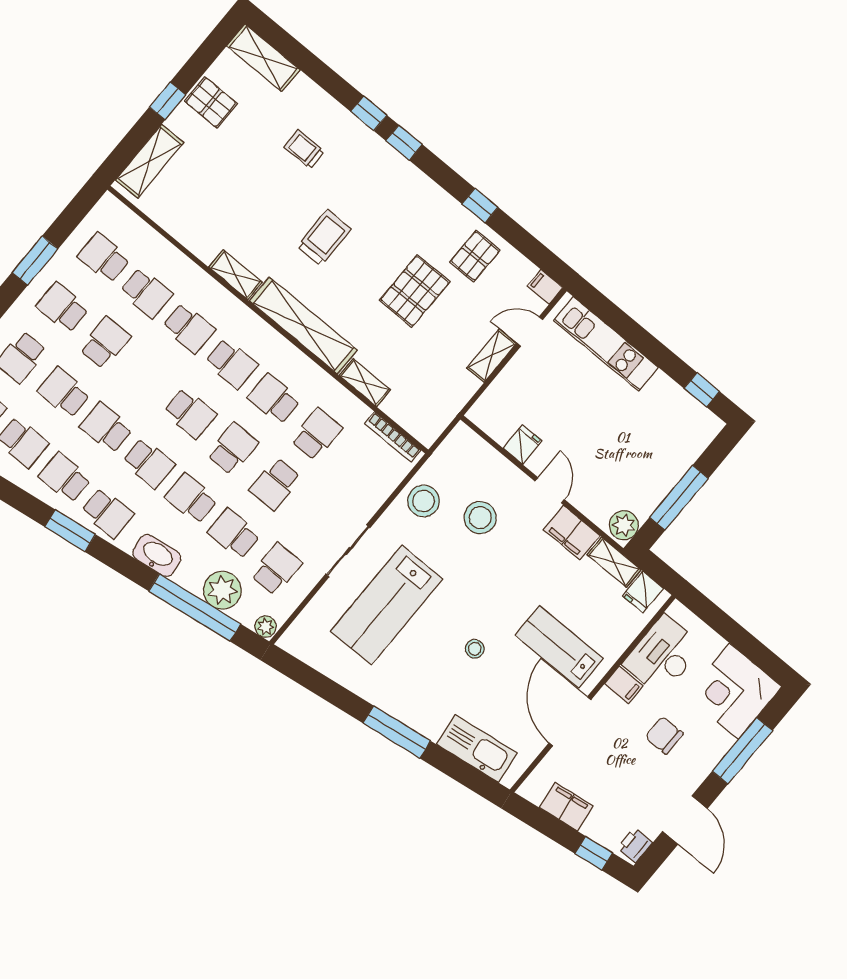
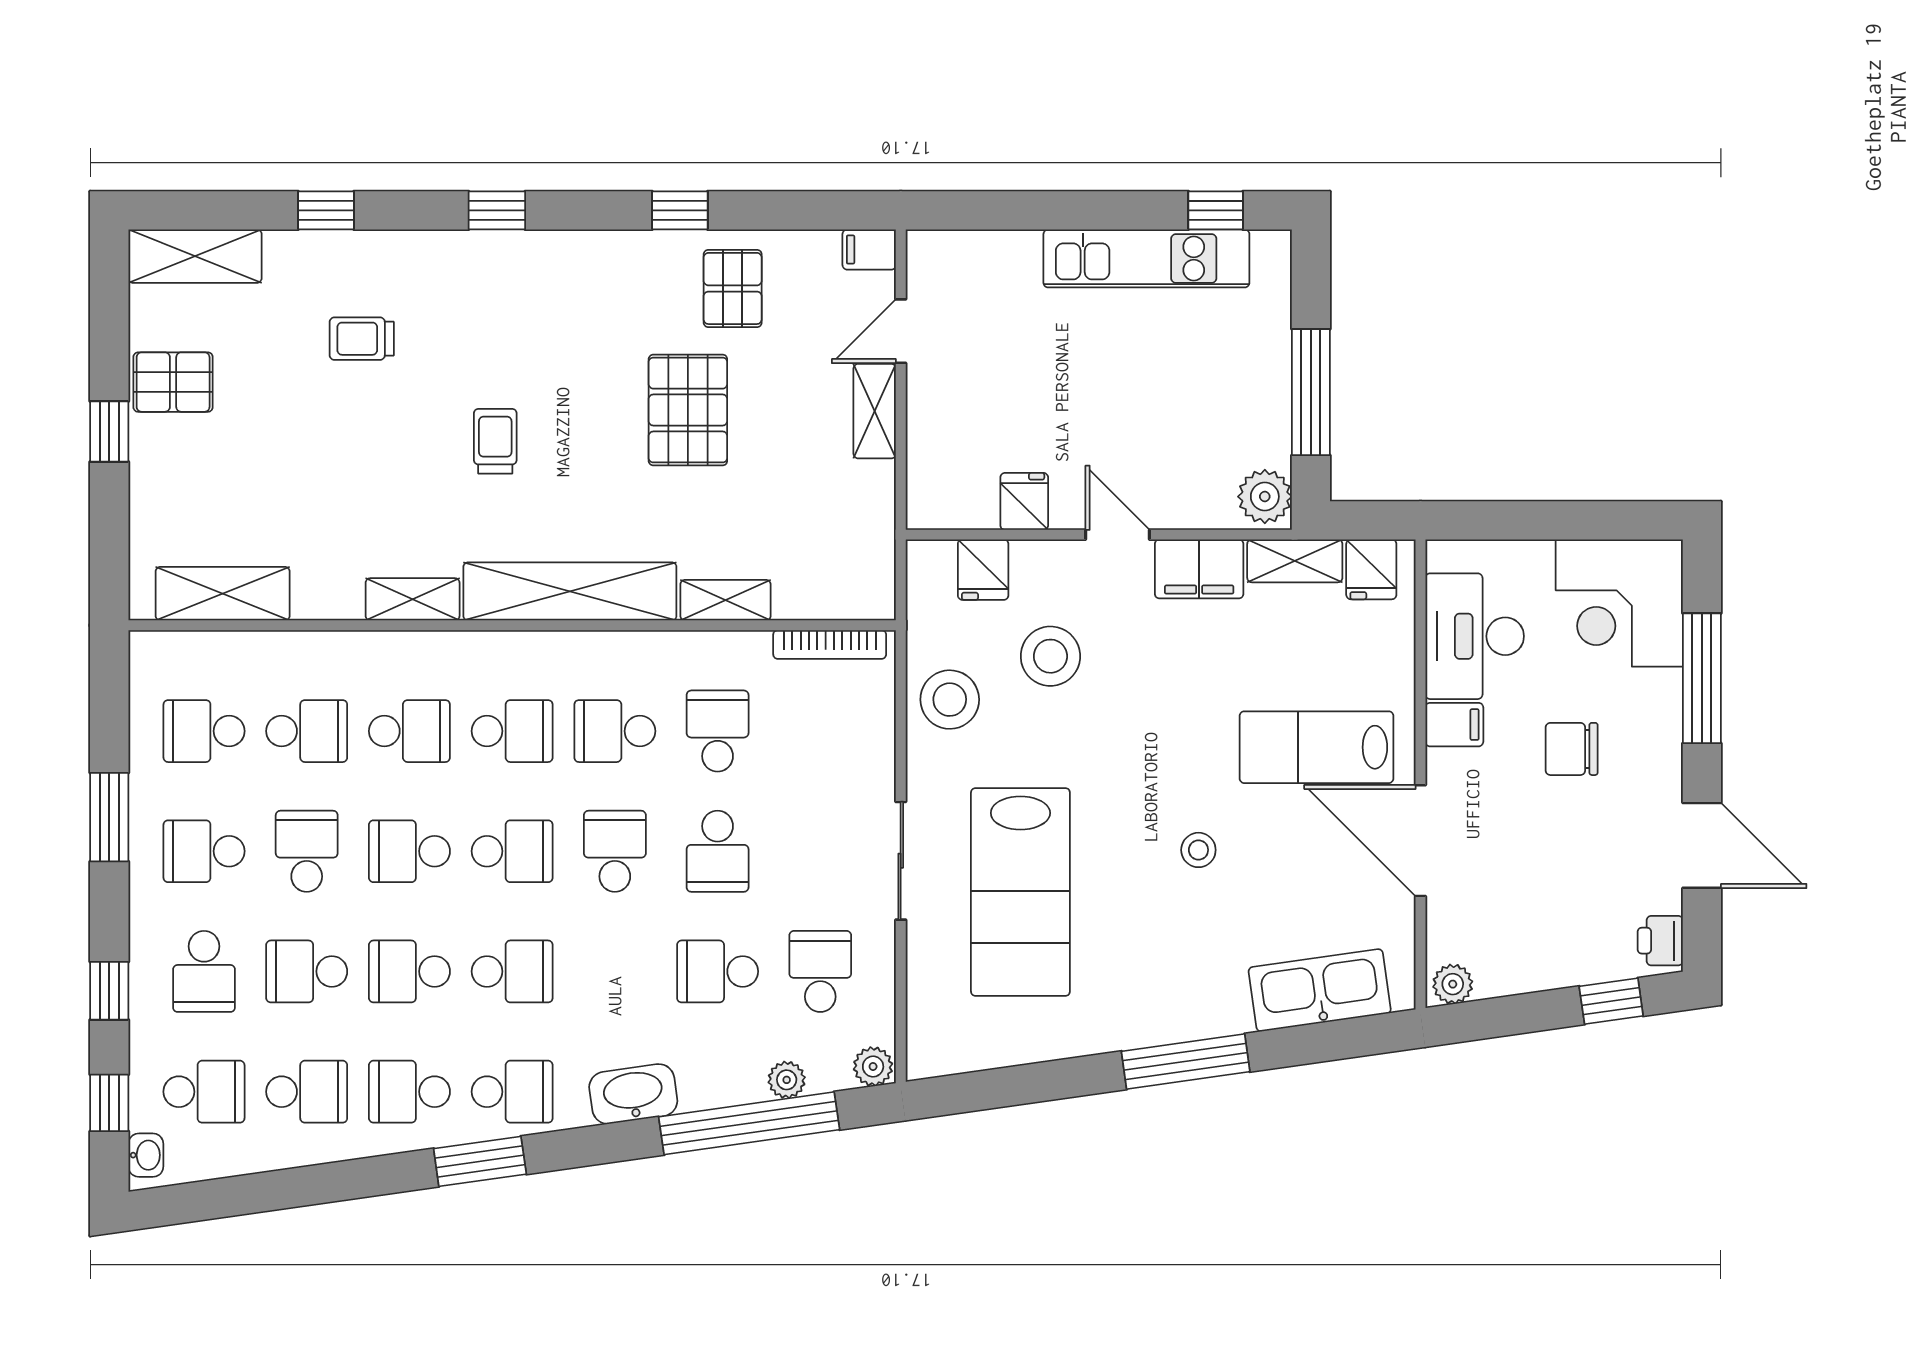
window: (369, 113) -> (326, 210), moved
shelving: (150, 161) -> (223, 594), moved, turned 90
trolley: (324, 238) -> (495, 441), width x0.73, depth x0.72
kitchen unit: (606, 344) -> (1146, 258), moved
fridge: (482, 459) -> (983, 570), added
school desk: (191, 498) -> (409, 851), moved
plant: (222, 590) -> (787, 1080), width x0.53, depth x0.53
plant: (534, 792) -> (1453, 984), added
filing cabinet: (566, 807) -> (1517, 967), removed

